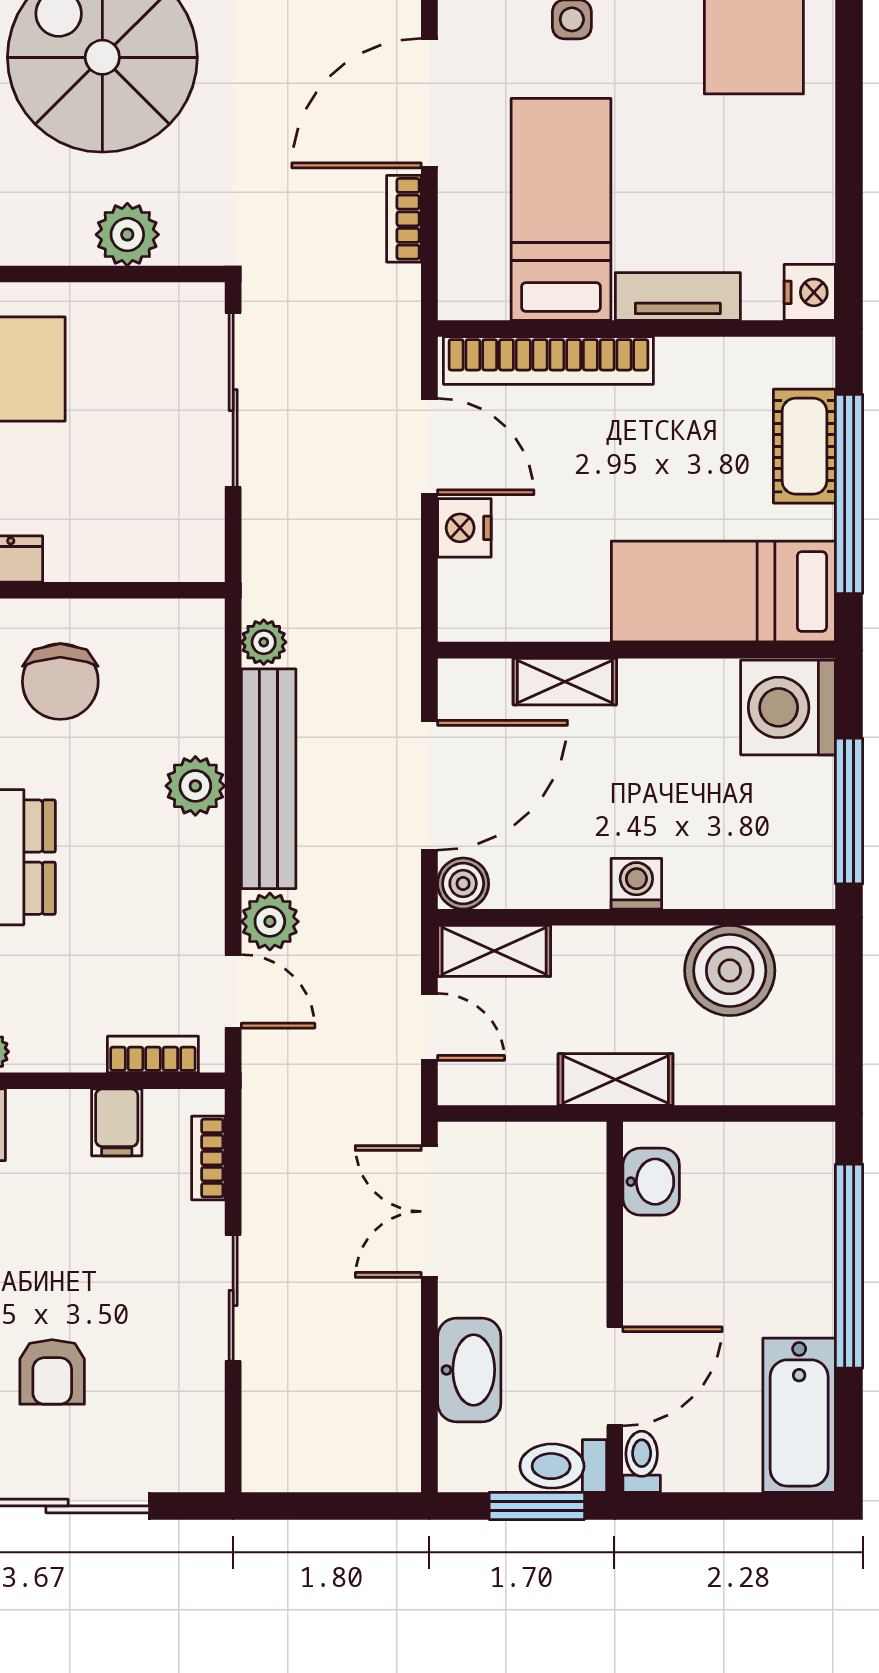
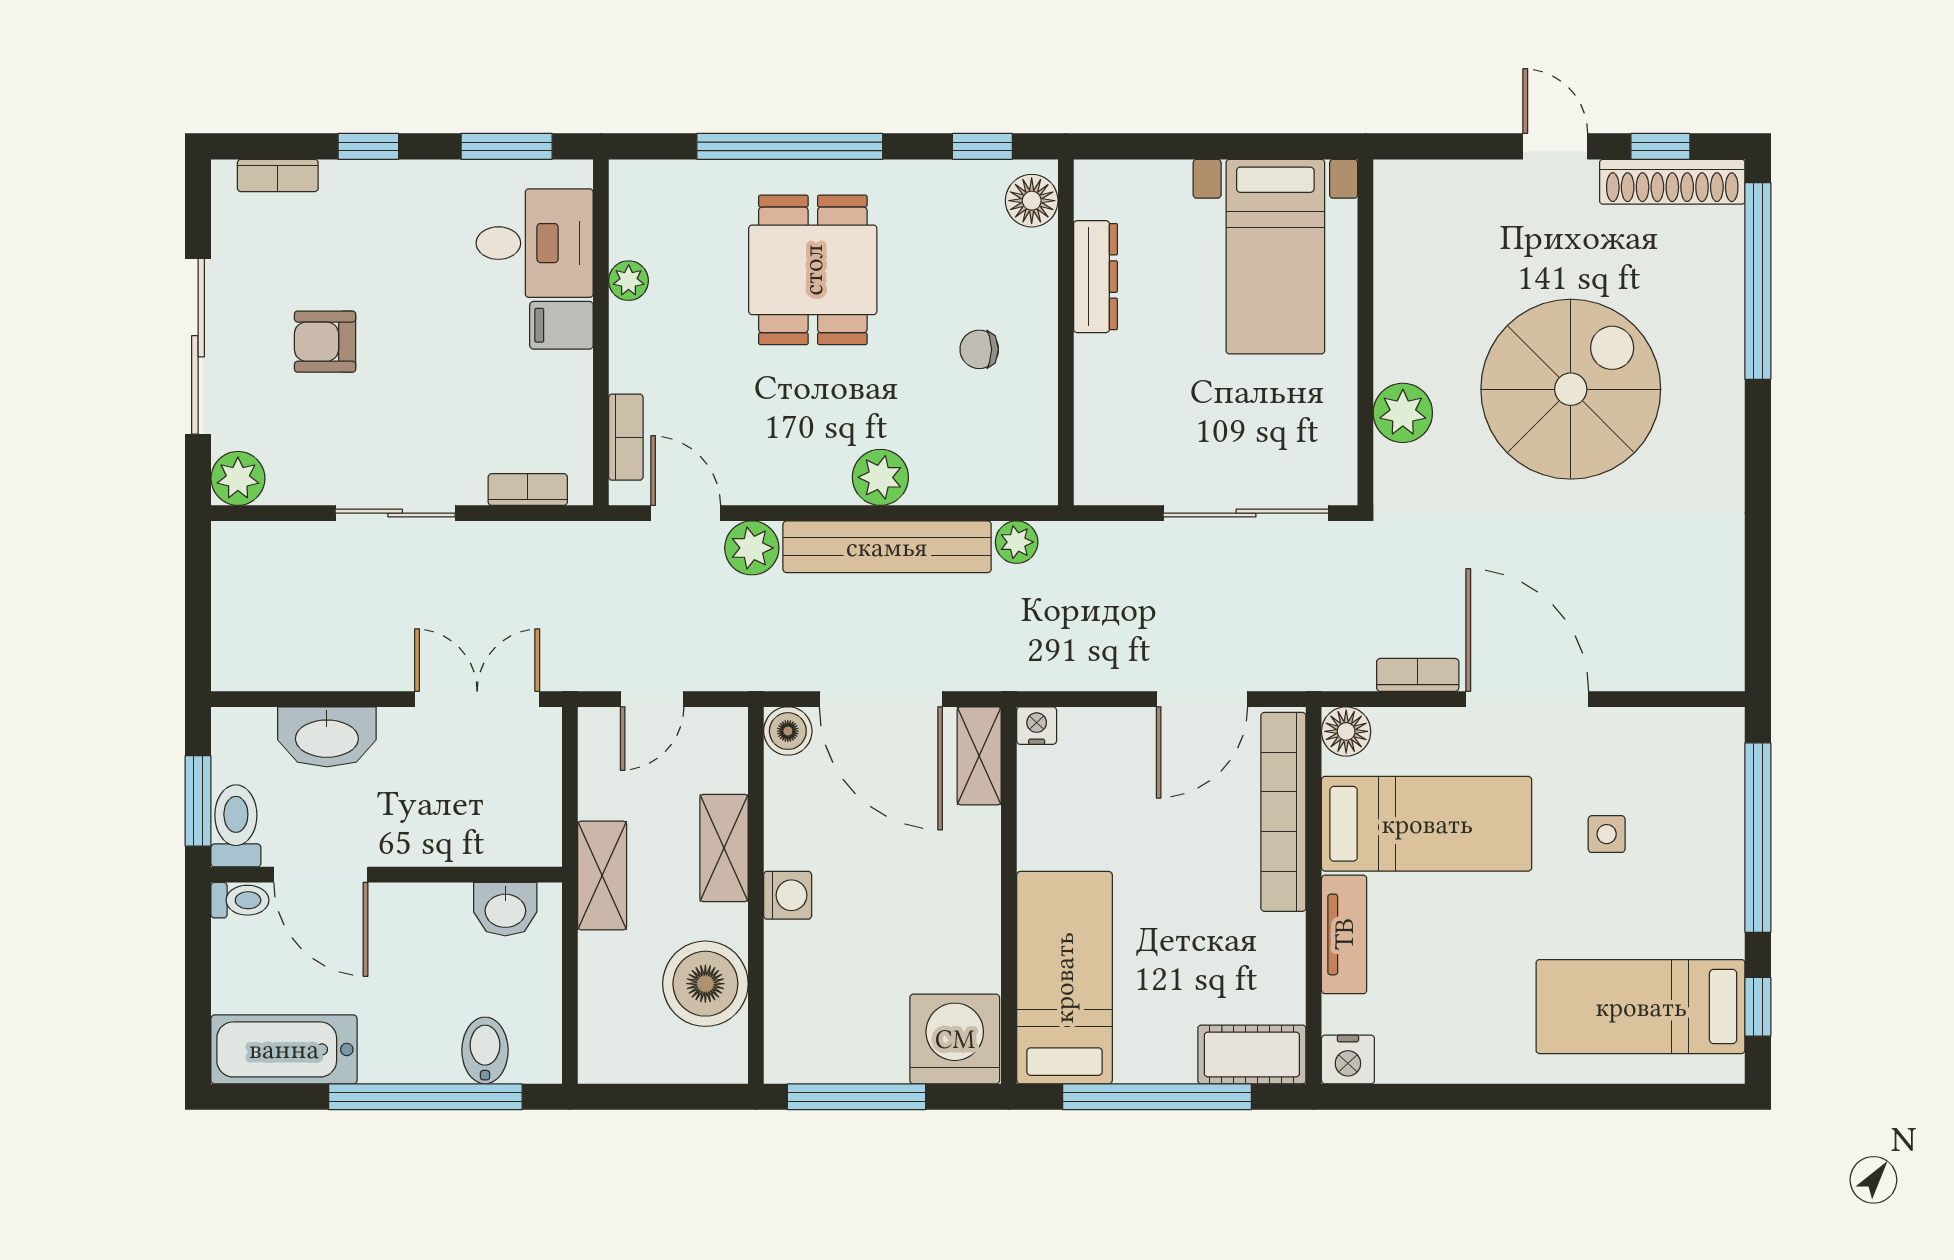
floor lamp: (464, 294) -> (1346, 731), added
cot: (804, 446) -> (1252, 1054), moved
nightstand: (464, 528) -> (1037, 726), moved, width x0.72, depth x0.74
chair: (60, 682) -> (979, 349), width x0.54, depth x0.54
shelving: (565, 682) -> (979, 756), moved
shelving: (494, 951) -> (724, 848), moved
door: (233, 991) -> (686, 513), swing flipped
filing cabinet: (117, 1122) -> (561, 325), moved
bidet: (800, 1203) -> (485, 1050), added
plant: (196, 1464) -> (238, 478), added

